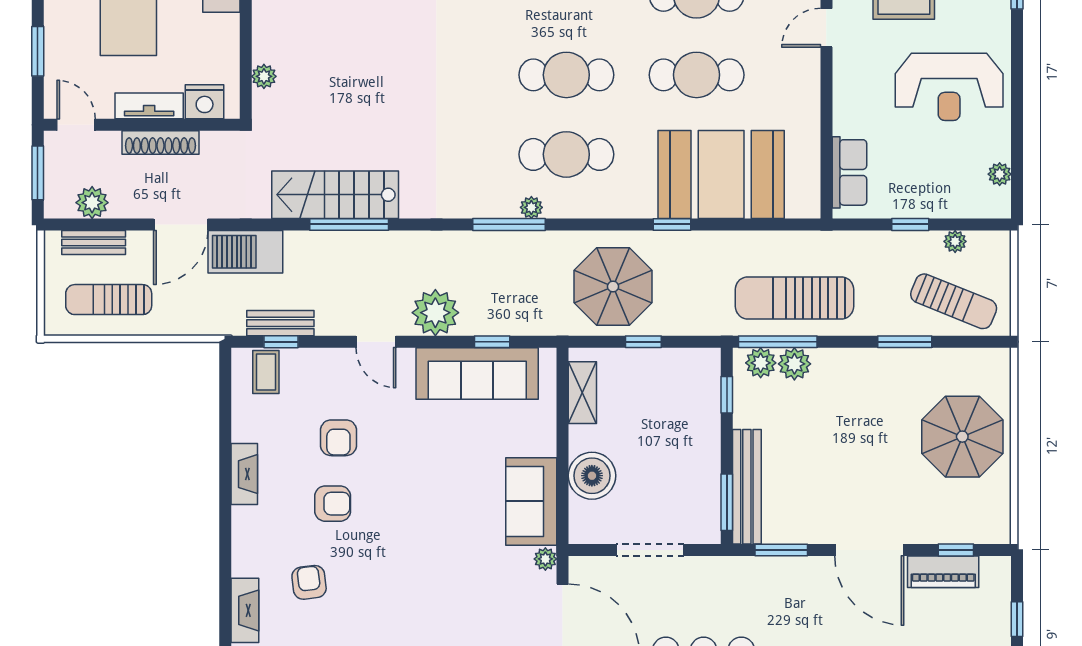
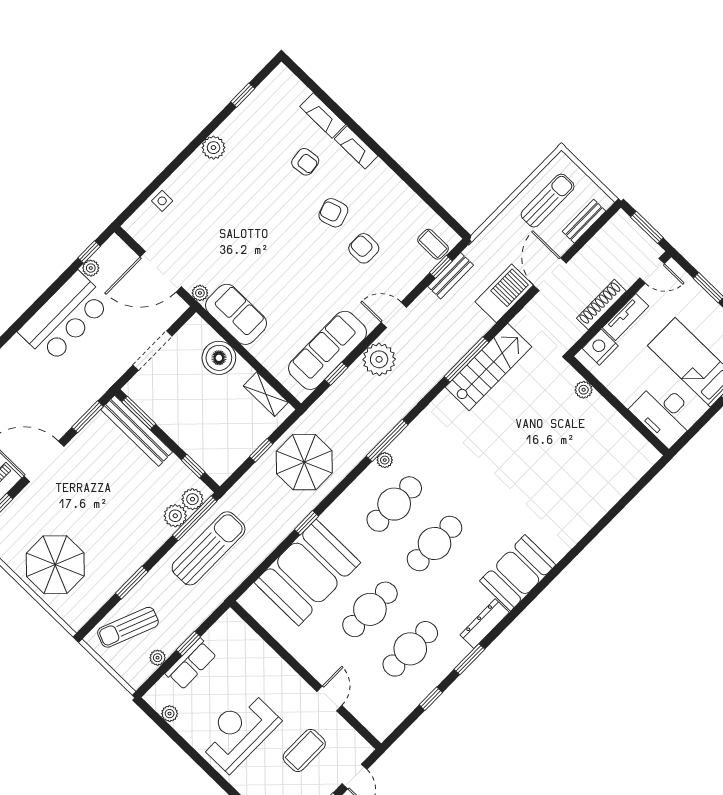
row of seats: (849, 172) -> (191, 664), moved, turned -90
plant: (92, 203) -> (605, 240), removed
fireplace: (244, 474) -> (356, 147), moved
armchair: (333, 504) -> (333, 213), turned 72

